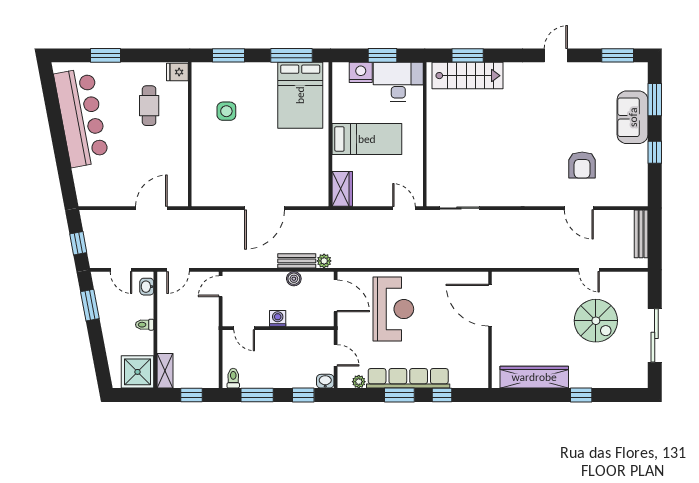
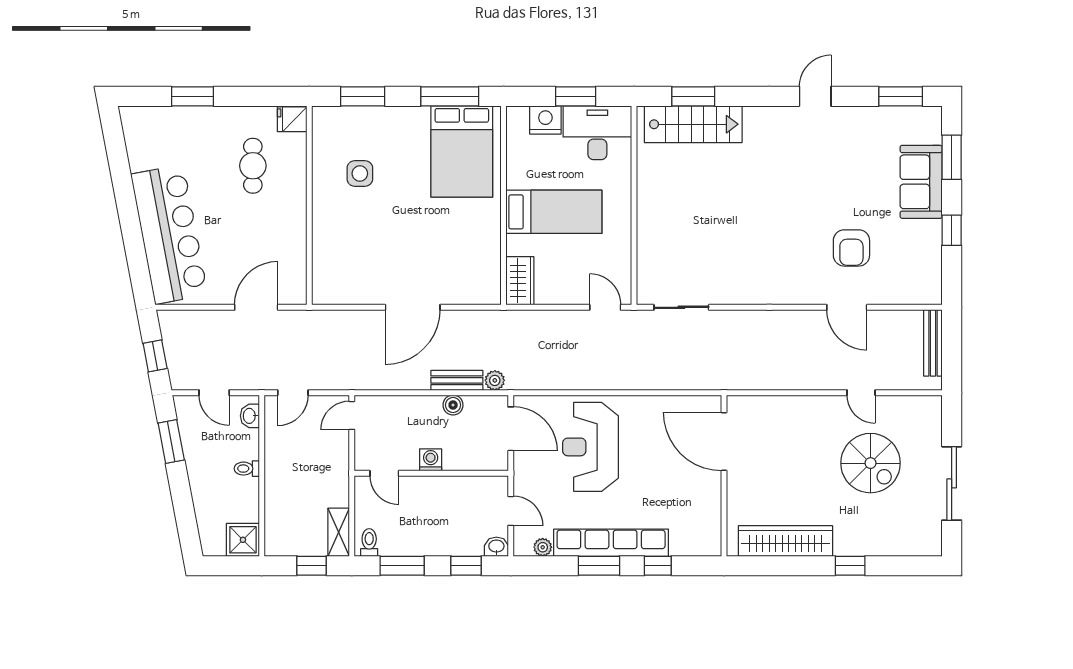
bar counter: (81, 117) -> (169, 234), moved
reception desk: (393, 309) -> (590, 447), turned 180
shelving: (165, 371) -> (339, 532), moved
shower: (138, 372) -> (243, 540), width x0.73, depth x0.73

